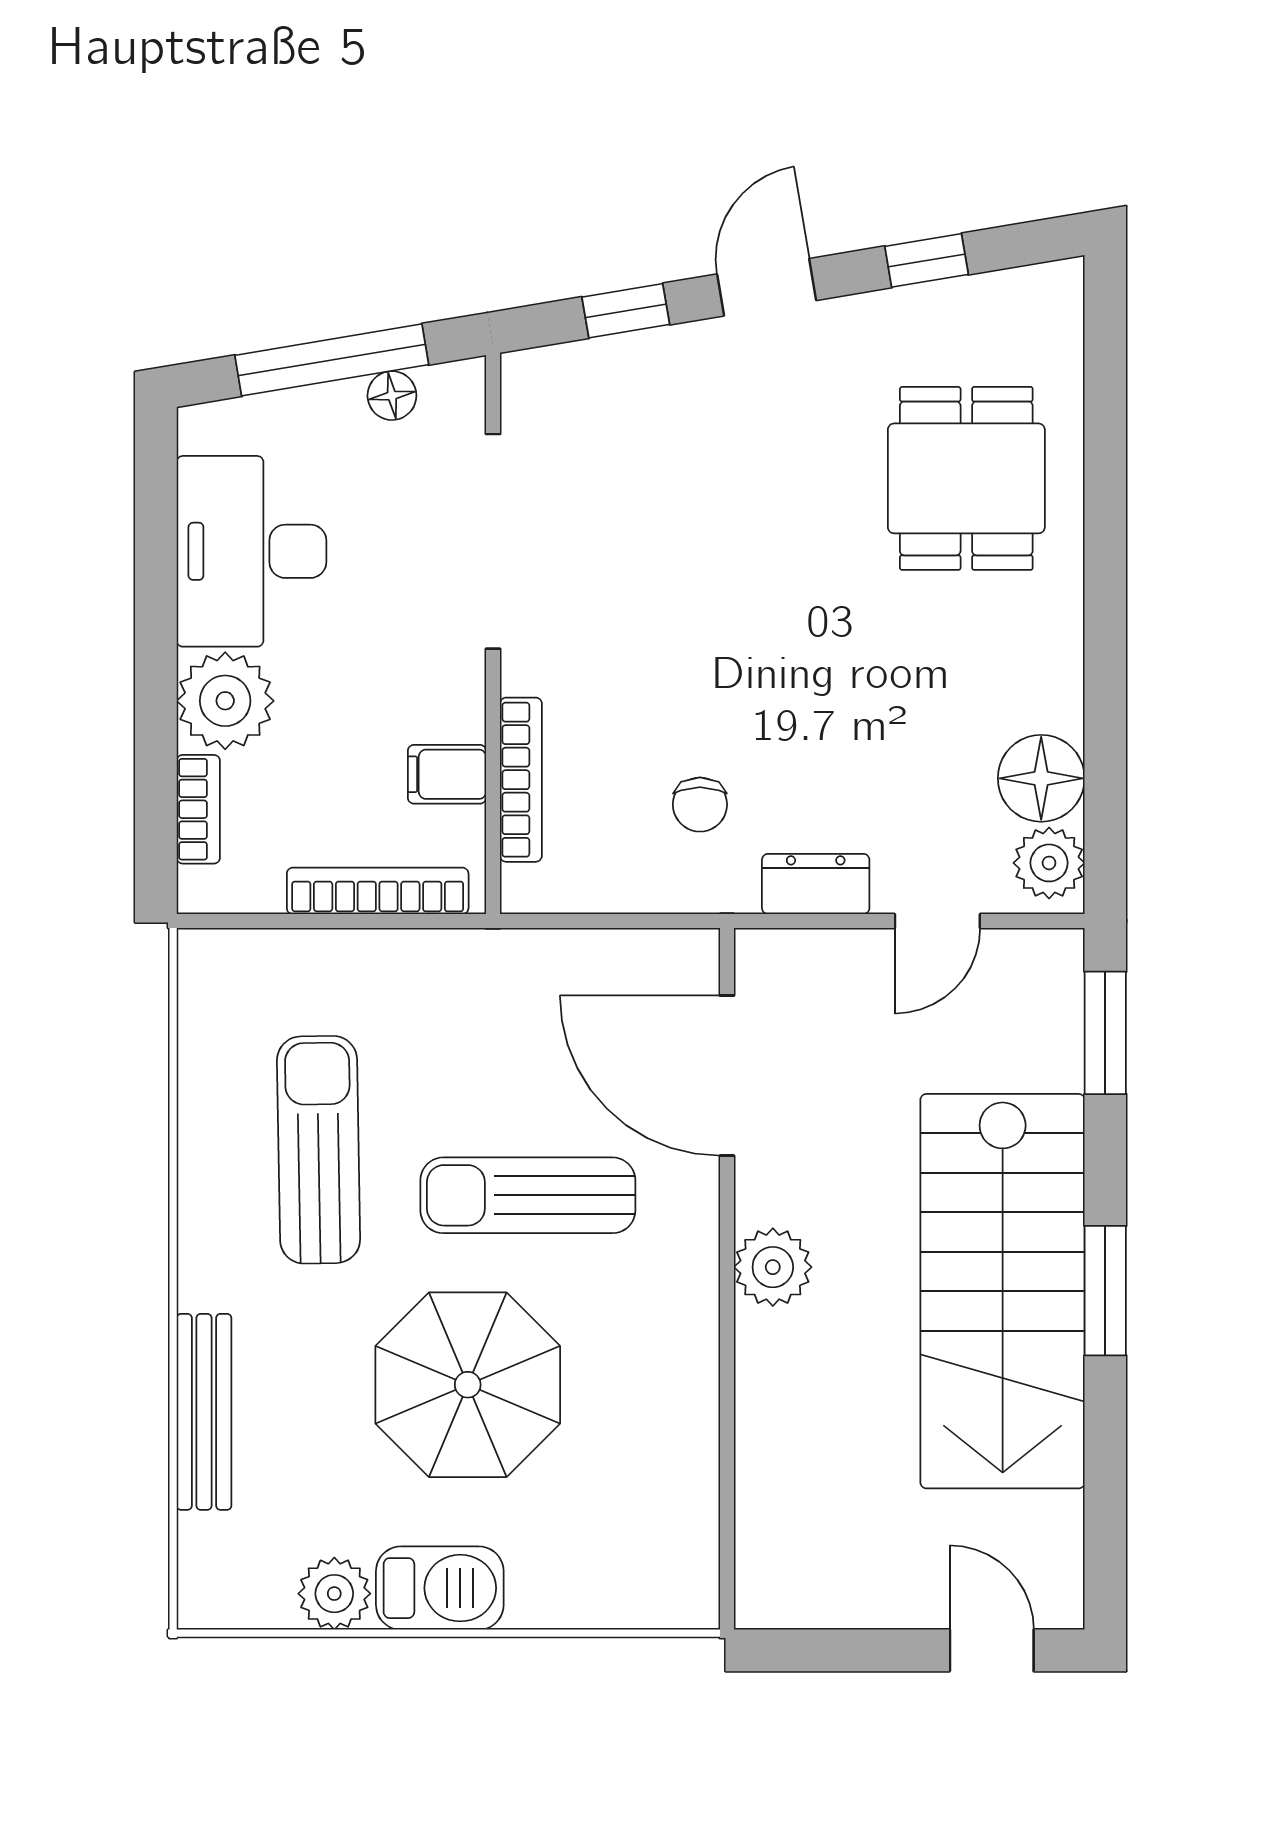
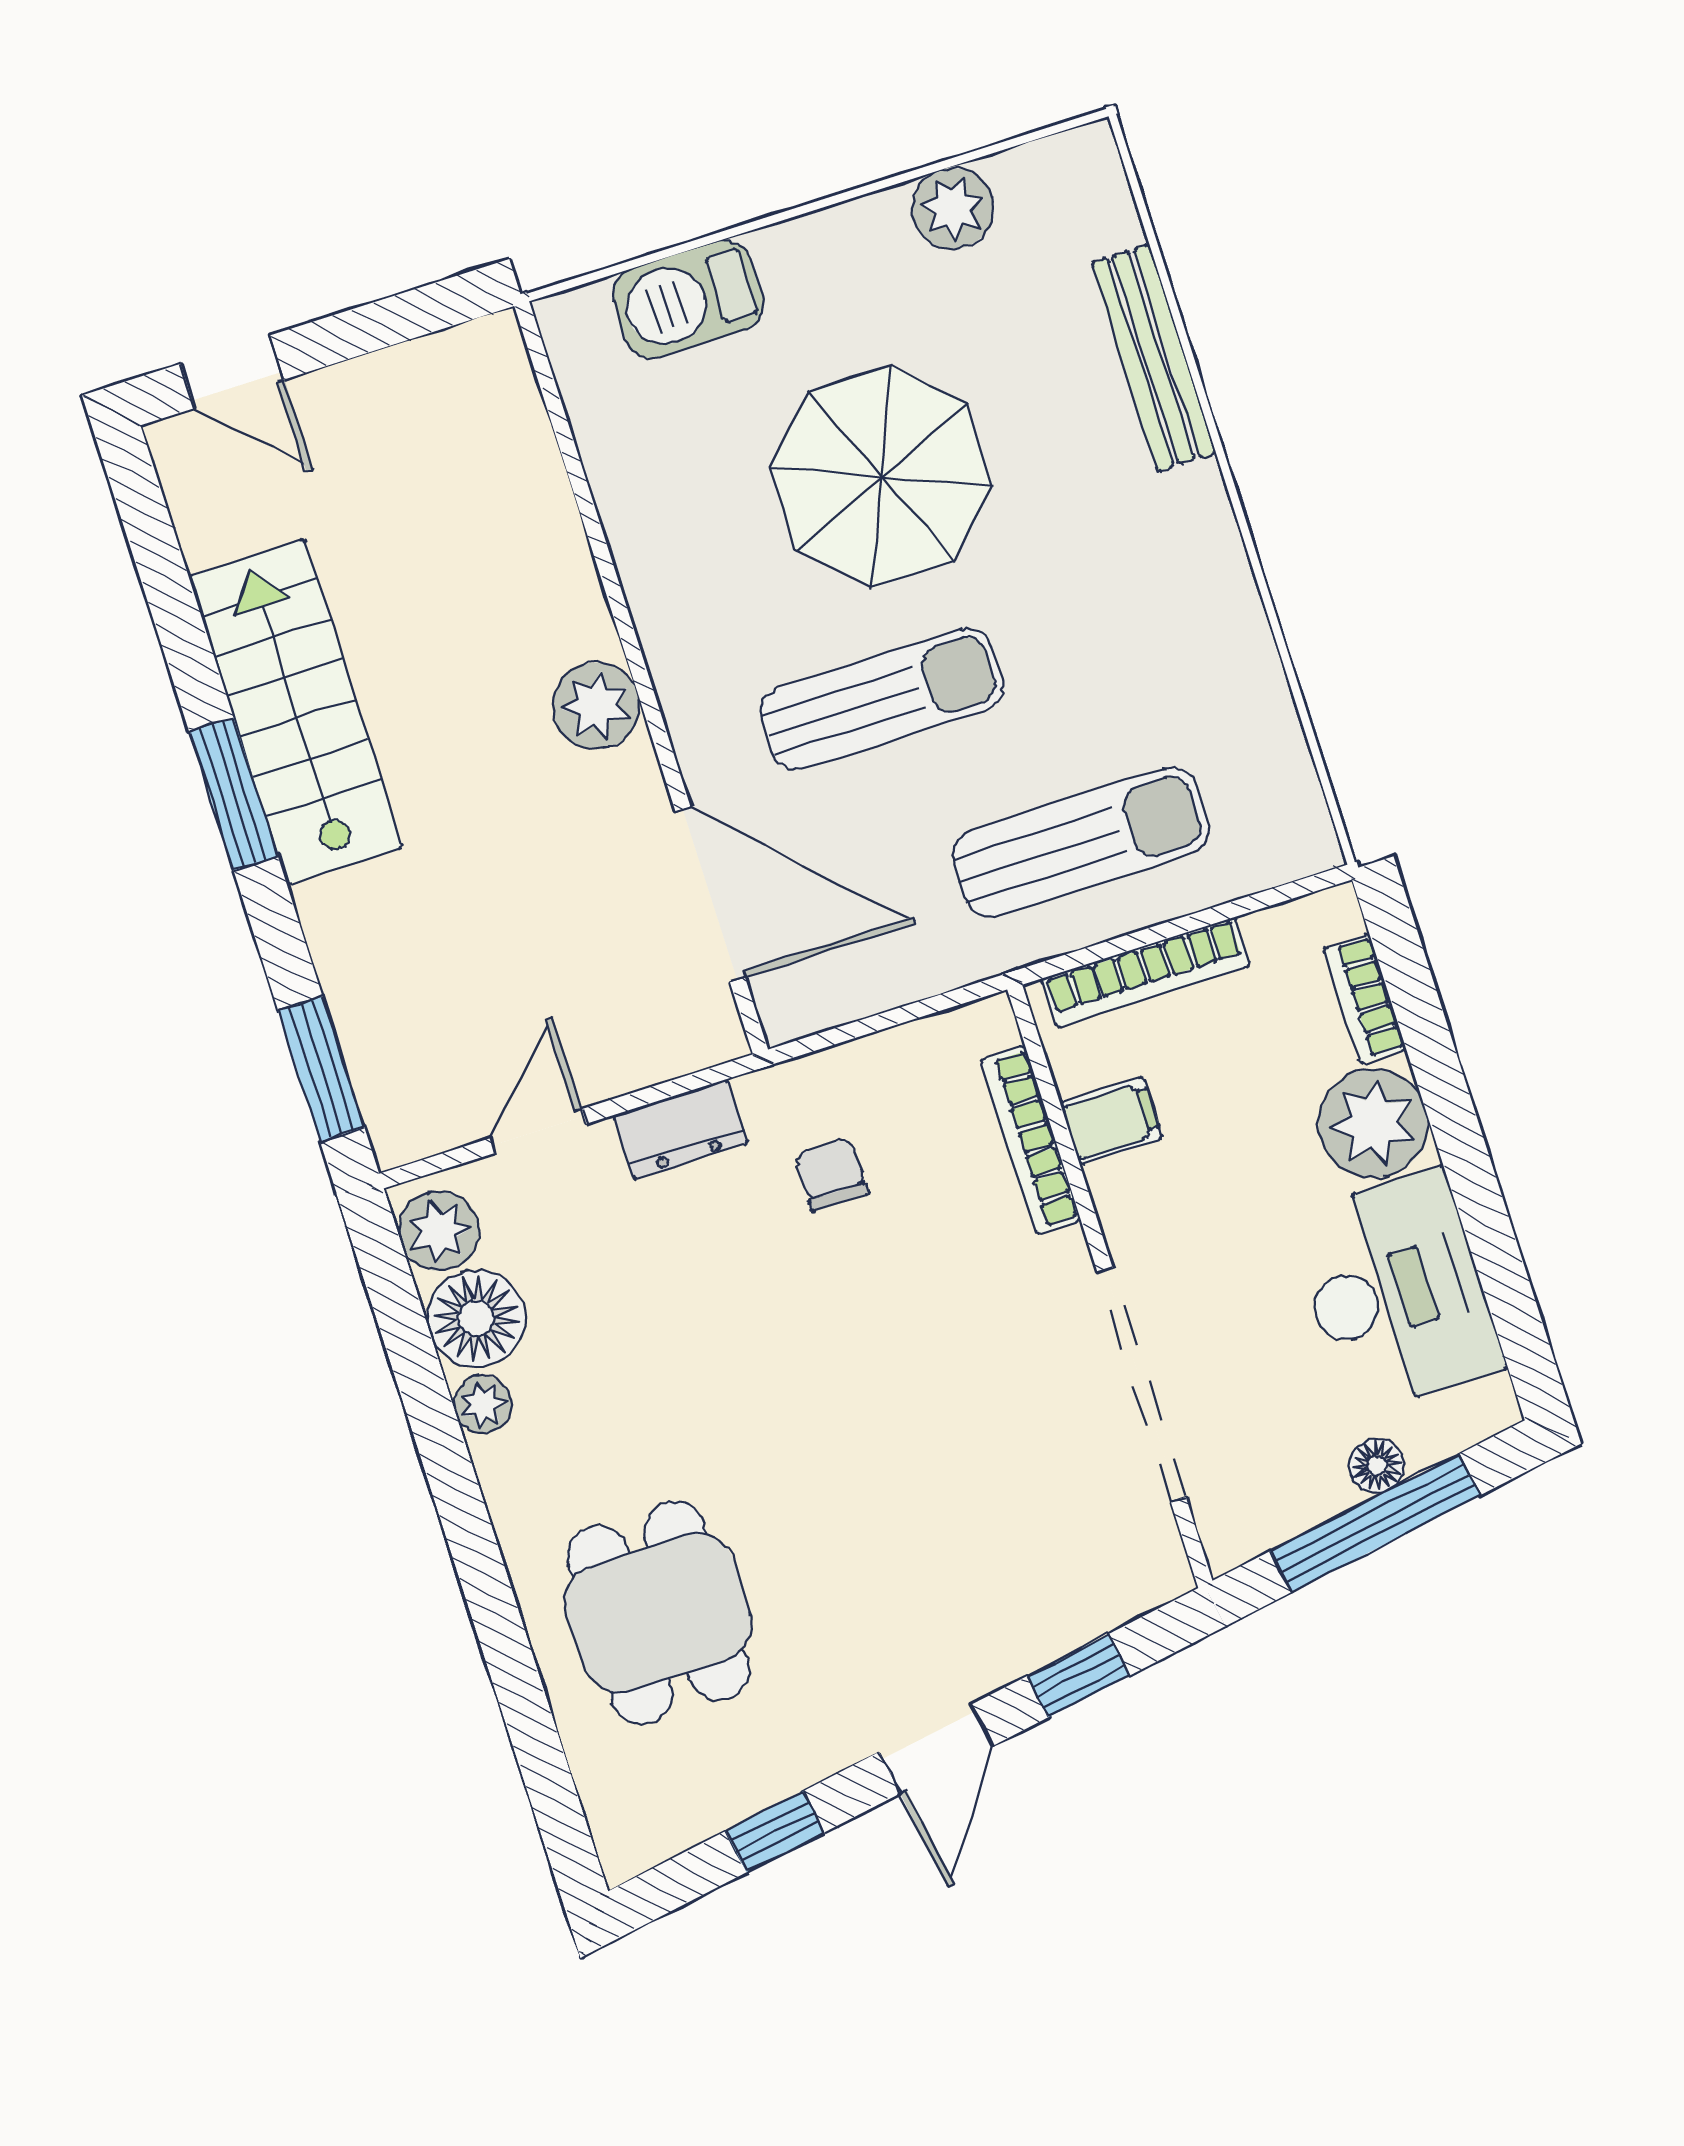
floor lamp: (392, 396) -> (1377, 1466), moved
plant: (1059, 704) -> (483, 1404), added
sun lounger: (319, 1150) -> (1081, 842), moved, turned -89
stairs: (1003, 1291) -> (296, 712), width x0.73, depth x0.66
barbecue: (440, 1588) -> (688, 299), moved

